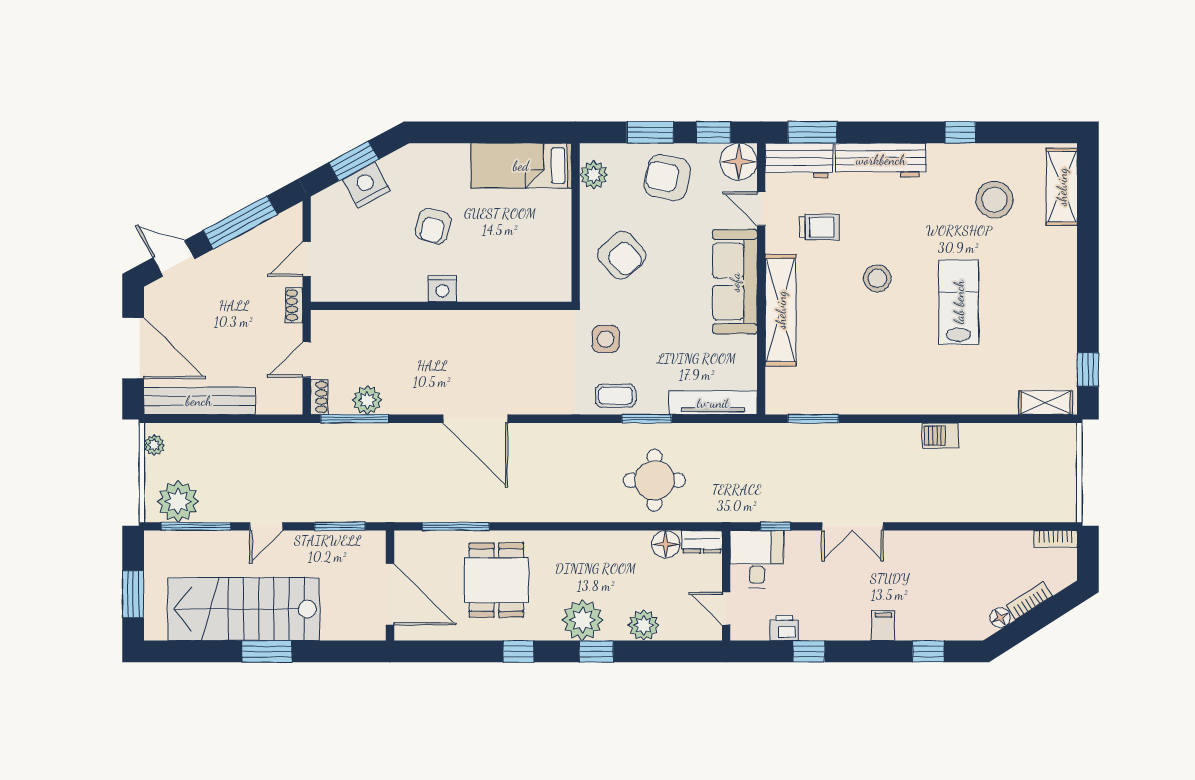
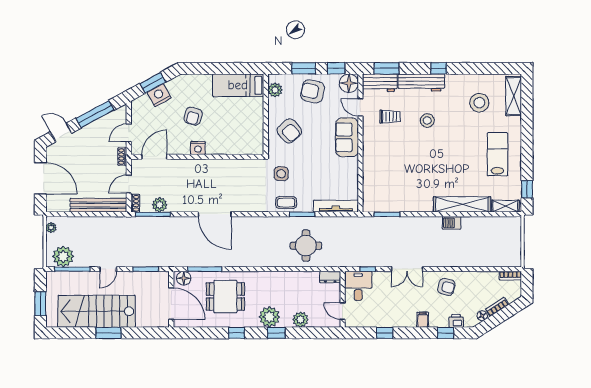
window: (960, 132) -> (439, 68), moved
stool: (877, 278) -> (427, 120), moved
sofa: (735, 282) -> (347, 137), width x0.73
lab bench: (959, 302) -> (497, 154), moved
door: (357, 306) -> (154, 157), added
shelving: (781, 310) -> (462, 204), moved, turned 90
bench: (199, 401) -> (98, 205), moved
floor lamp: (666, 544) -> (184, 278), moved
armchair: (930, 561) -> (446, 287), added
dining table: (496, 580) -> (225, 296), turned 90
printer: (784, 628) -> (456, 321), moved

